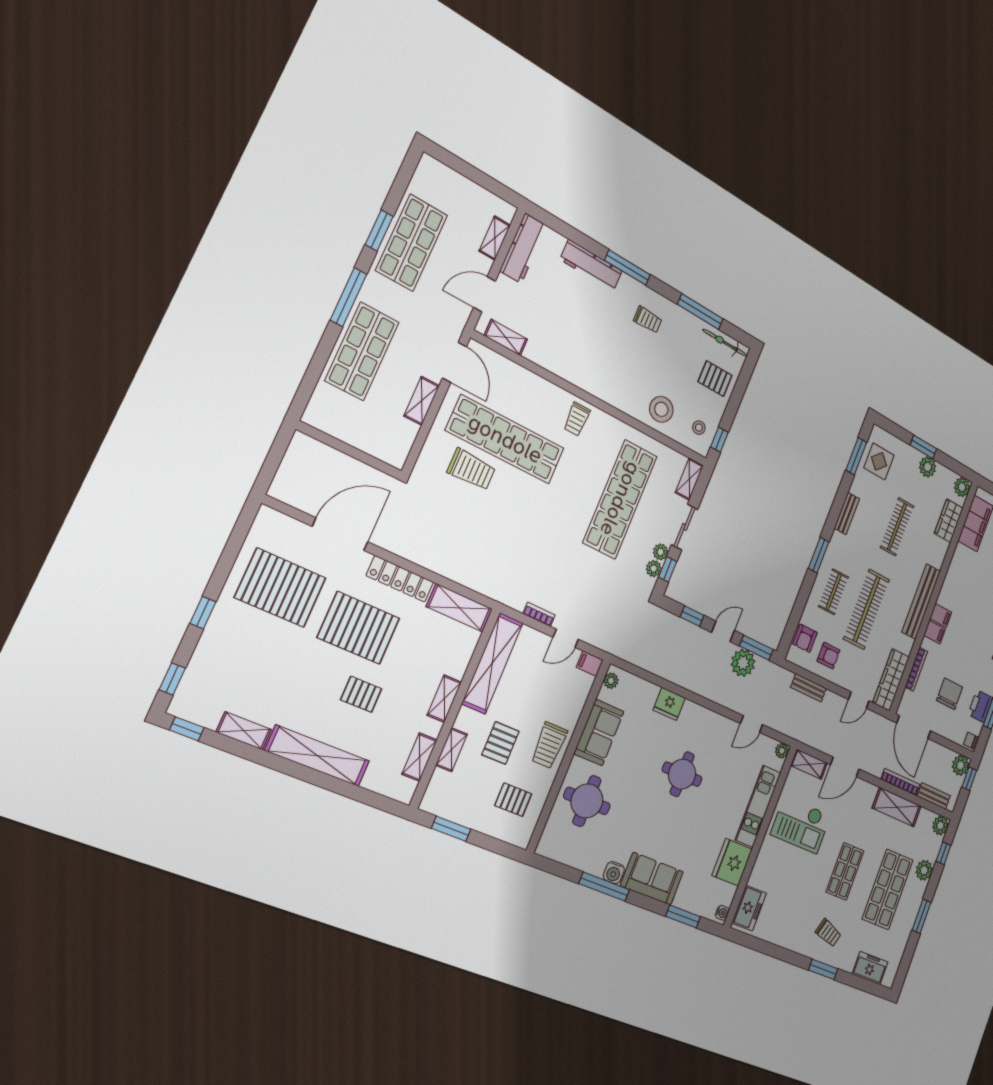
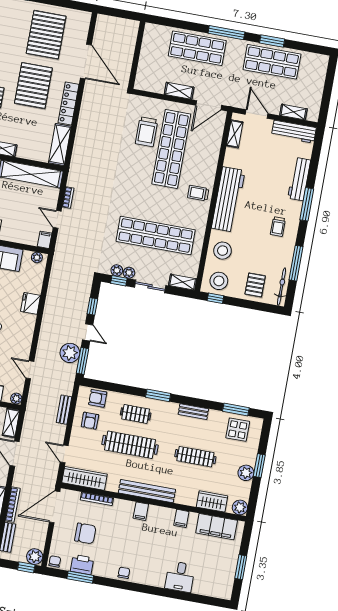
workbench: (595, 378) -> (228, 199), added
stool: (699, 428) -> (219, 281), width x1.89, depth x1.89
filing cabinet: (935, 632) -> (181, 518), moved

